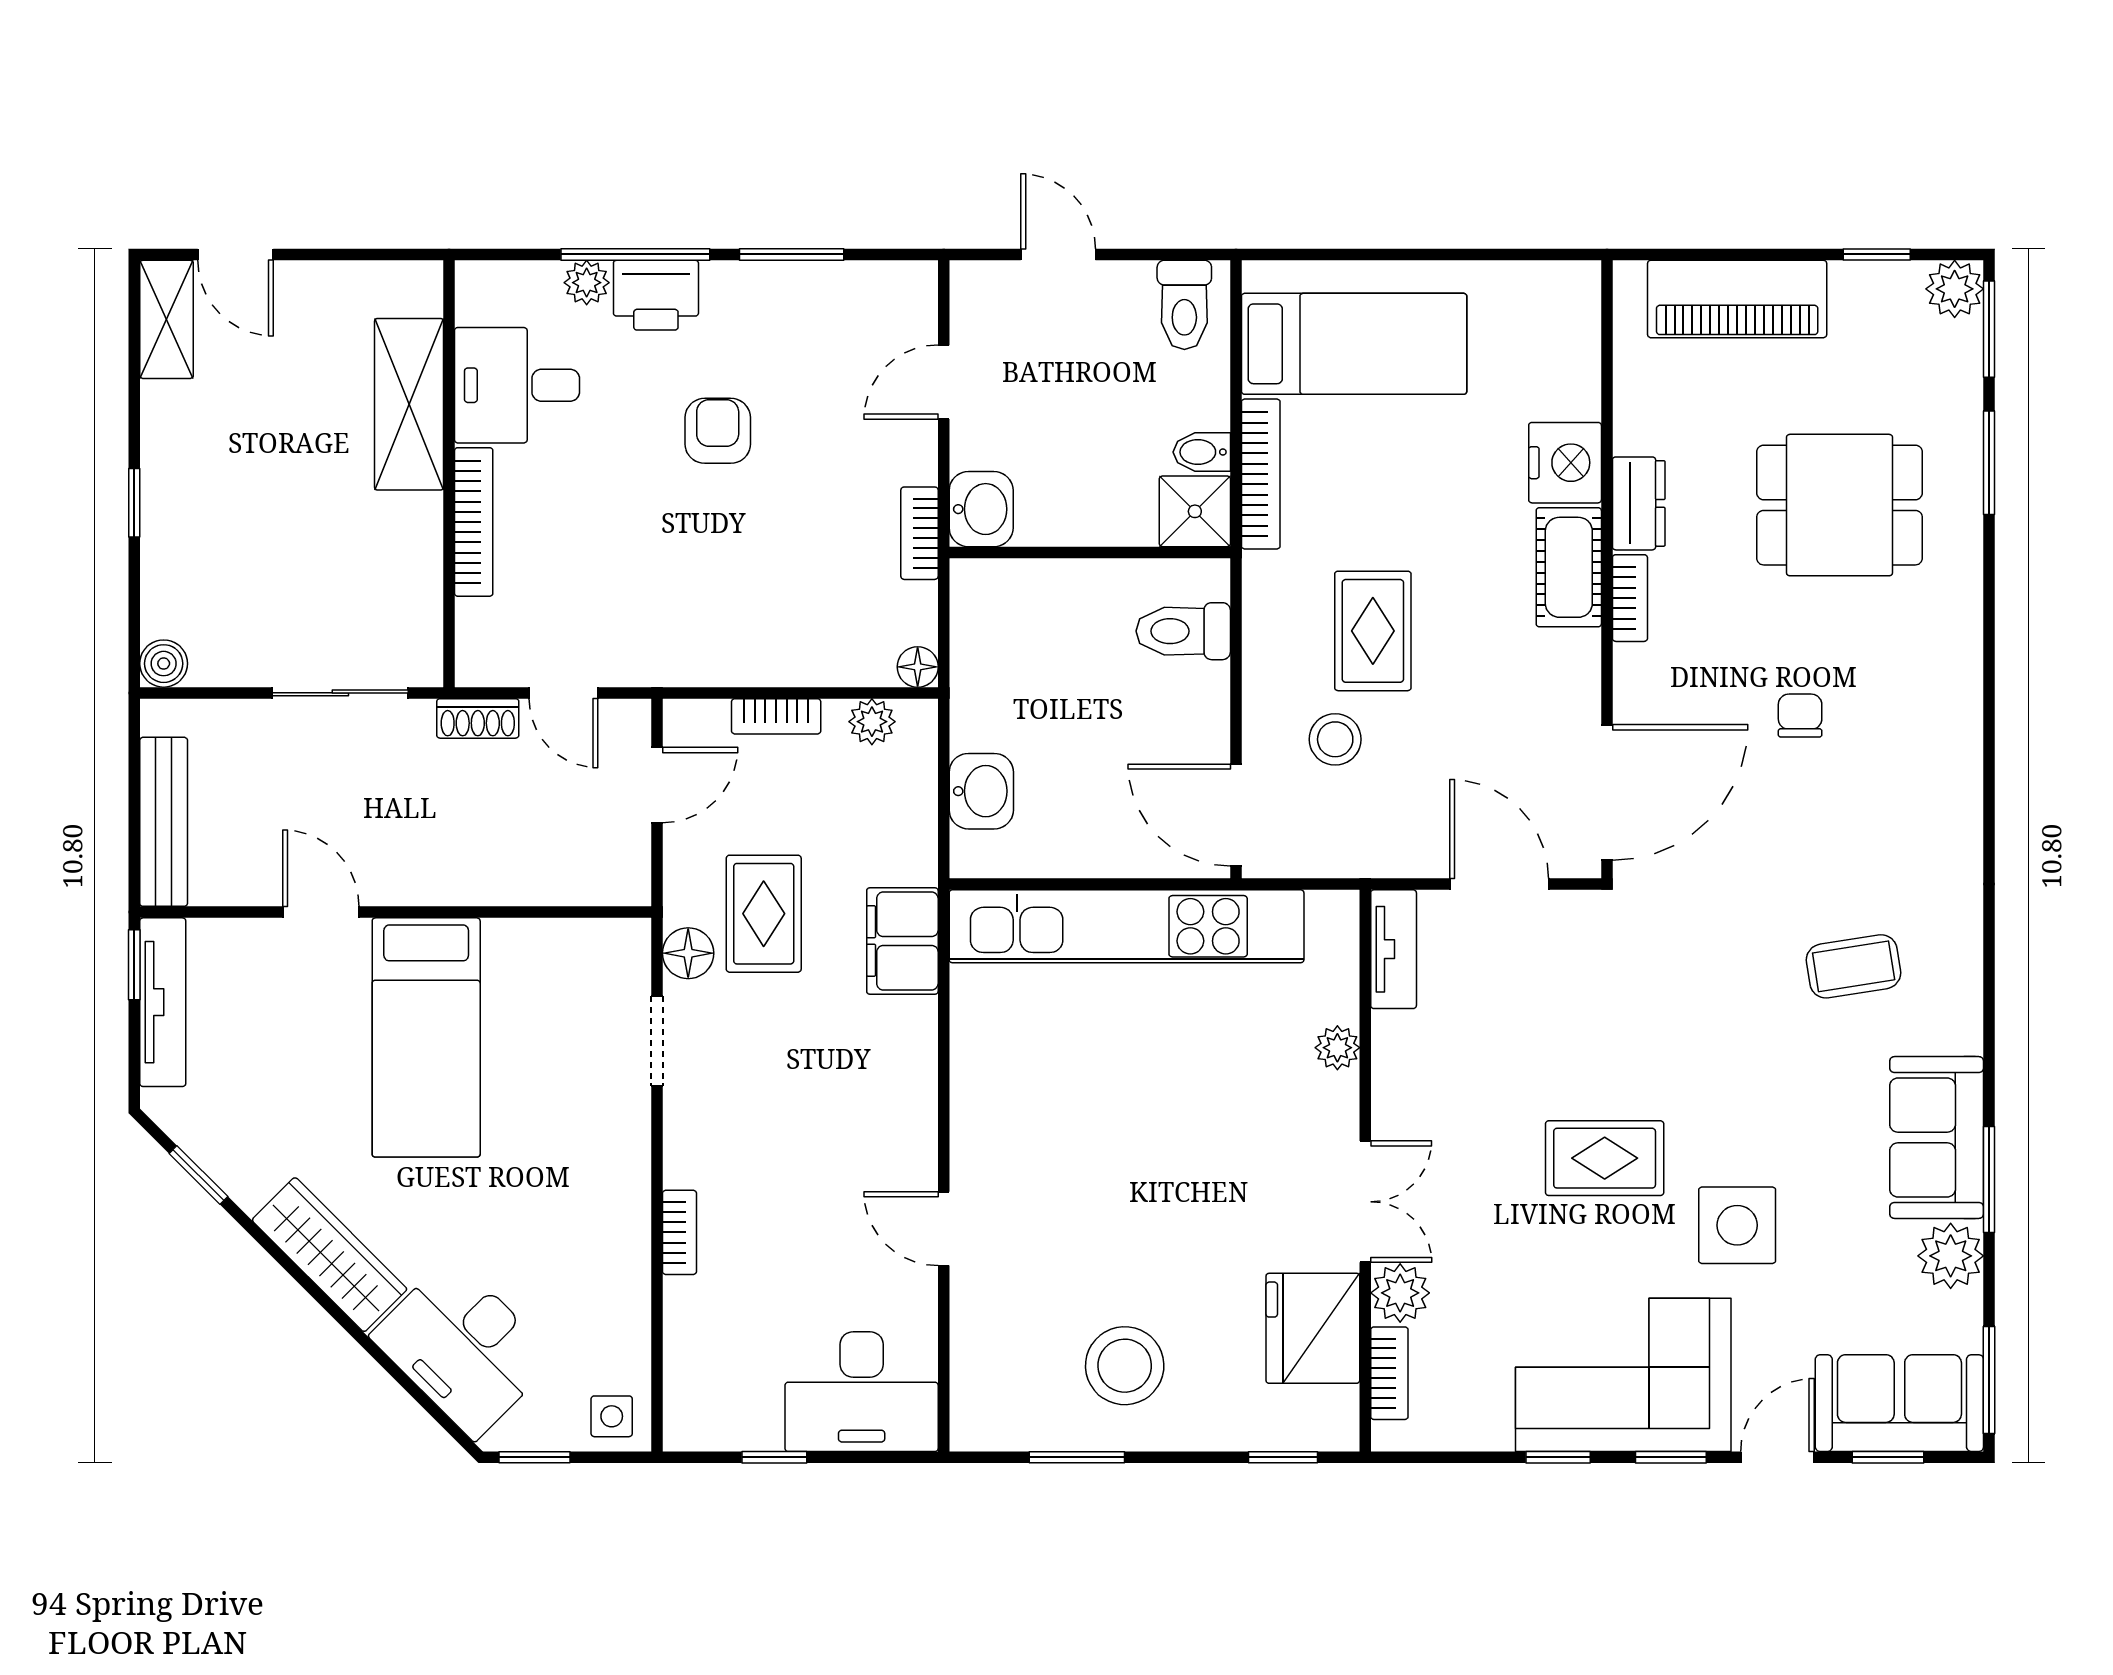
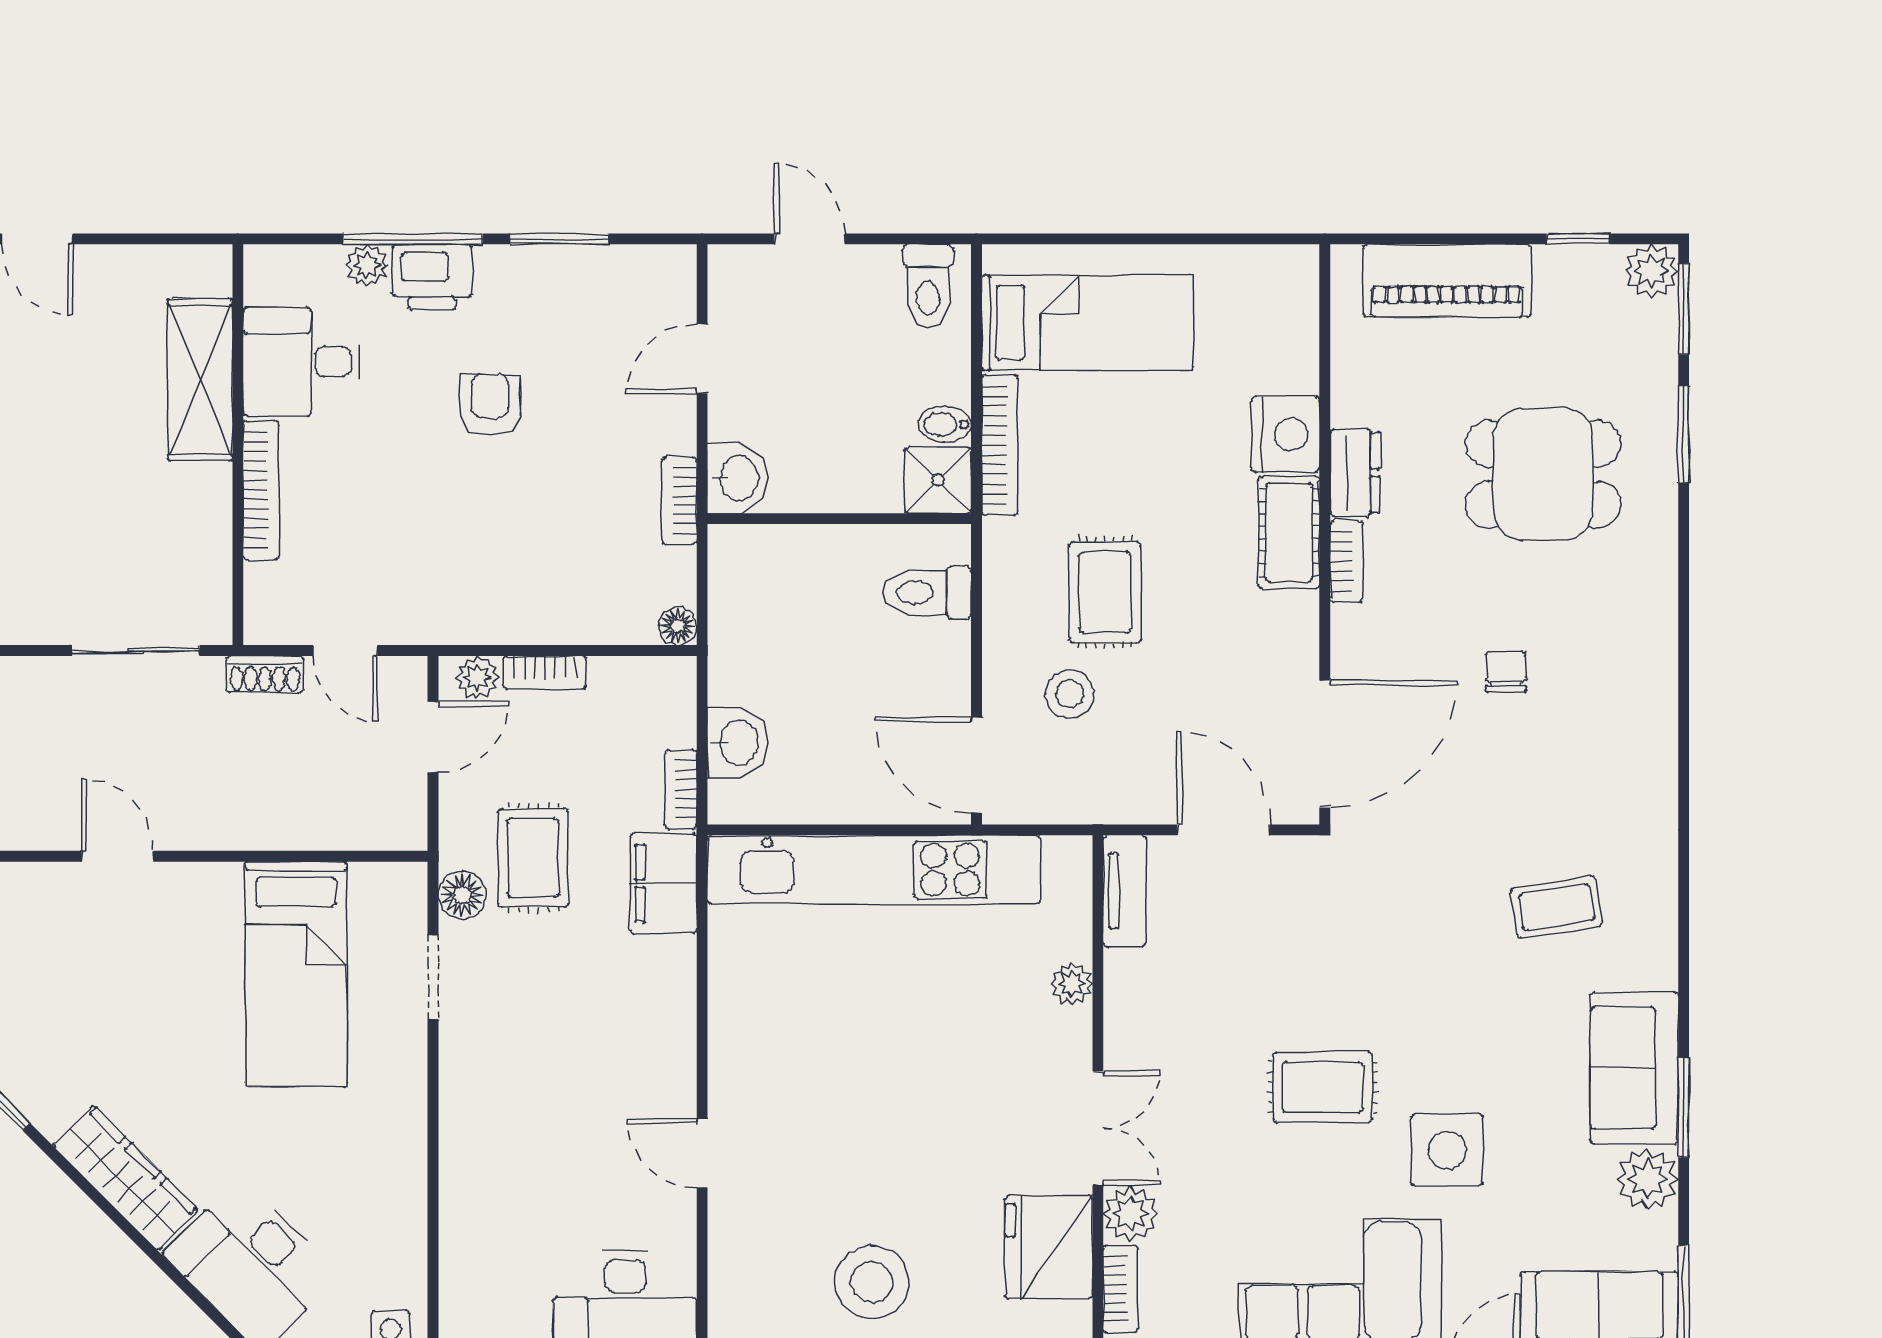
plant: (872, 722) -> (477, 677), moved
bed: (426, 1037) -> (296, 974), moved
bookcase: (679, 1232) -> (681, 789), moved, turned 180

